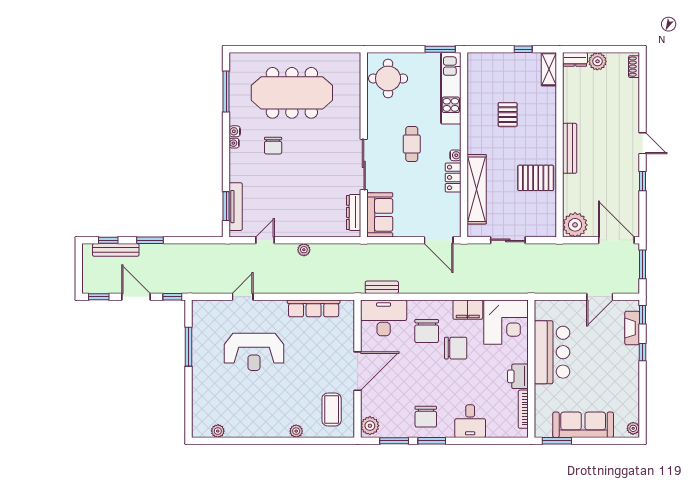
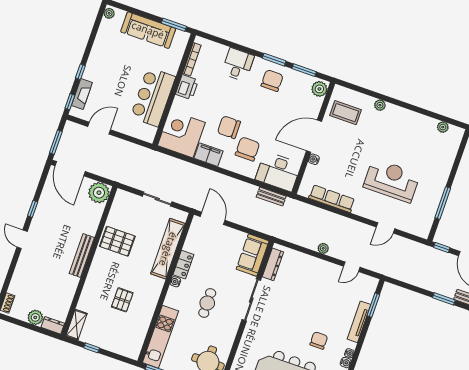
tv unit: (236, 207) -> (359, 322), moved
water cooler: (349, 345) -> (314, 159), added
coffee table: (332, 410) -> (346, 113), turned 90

